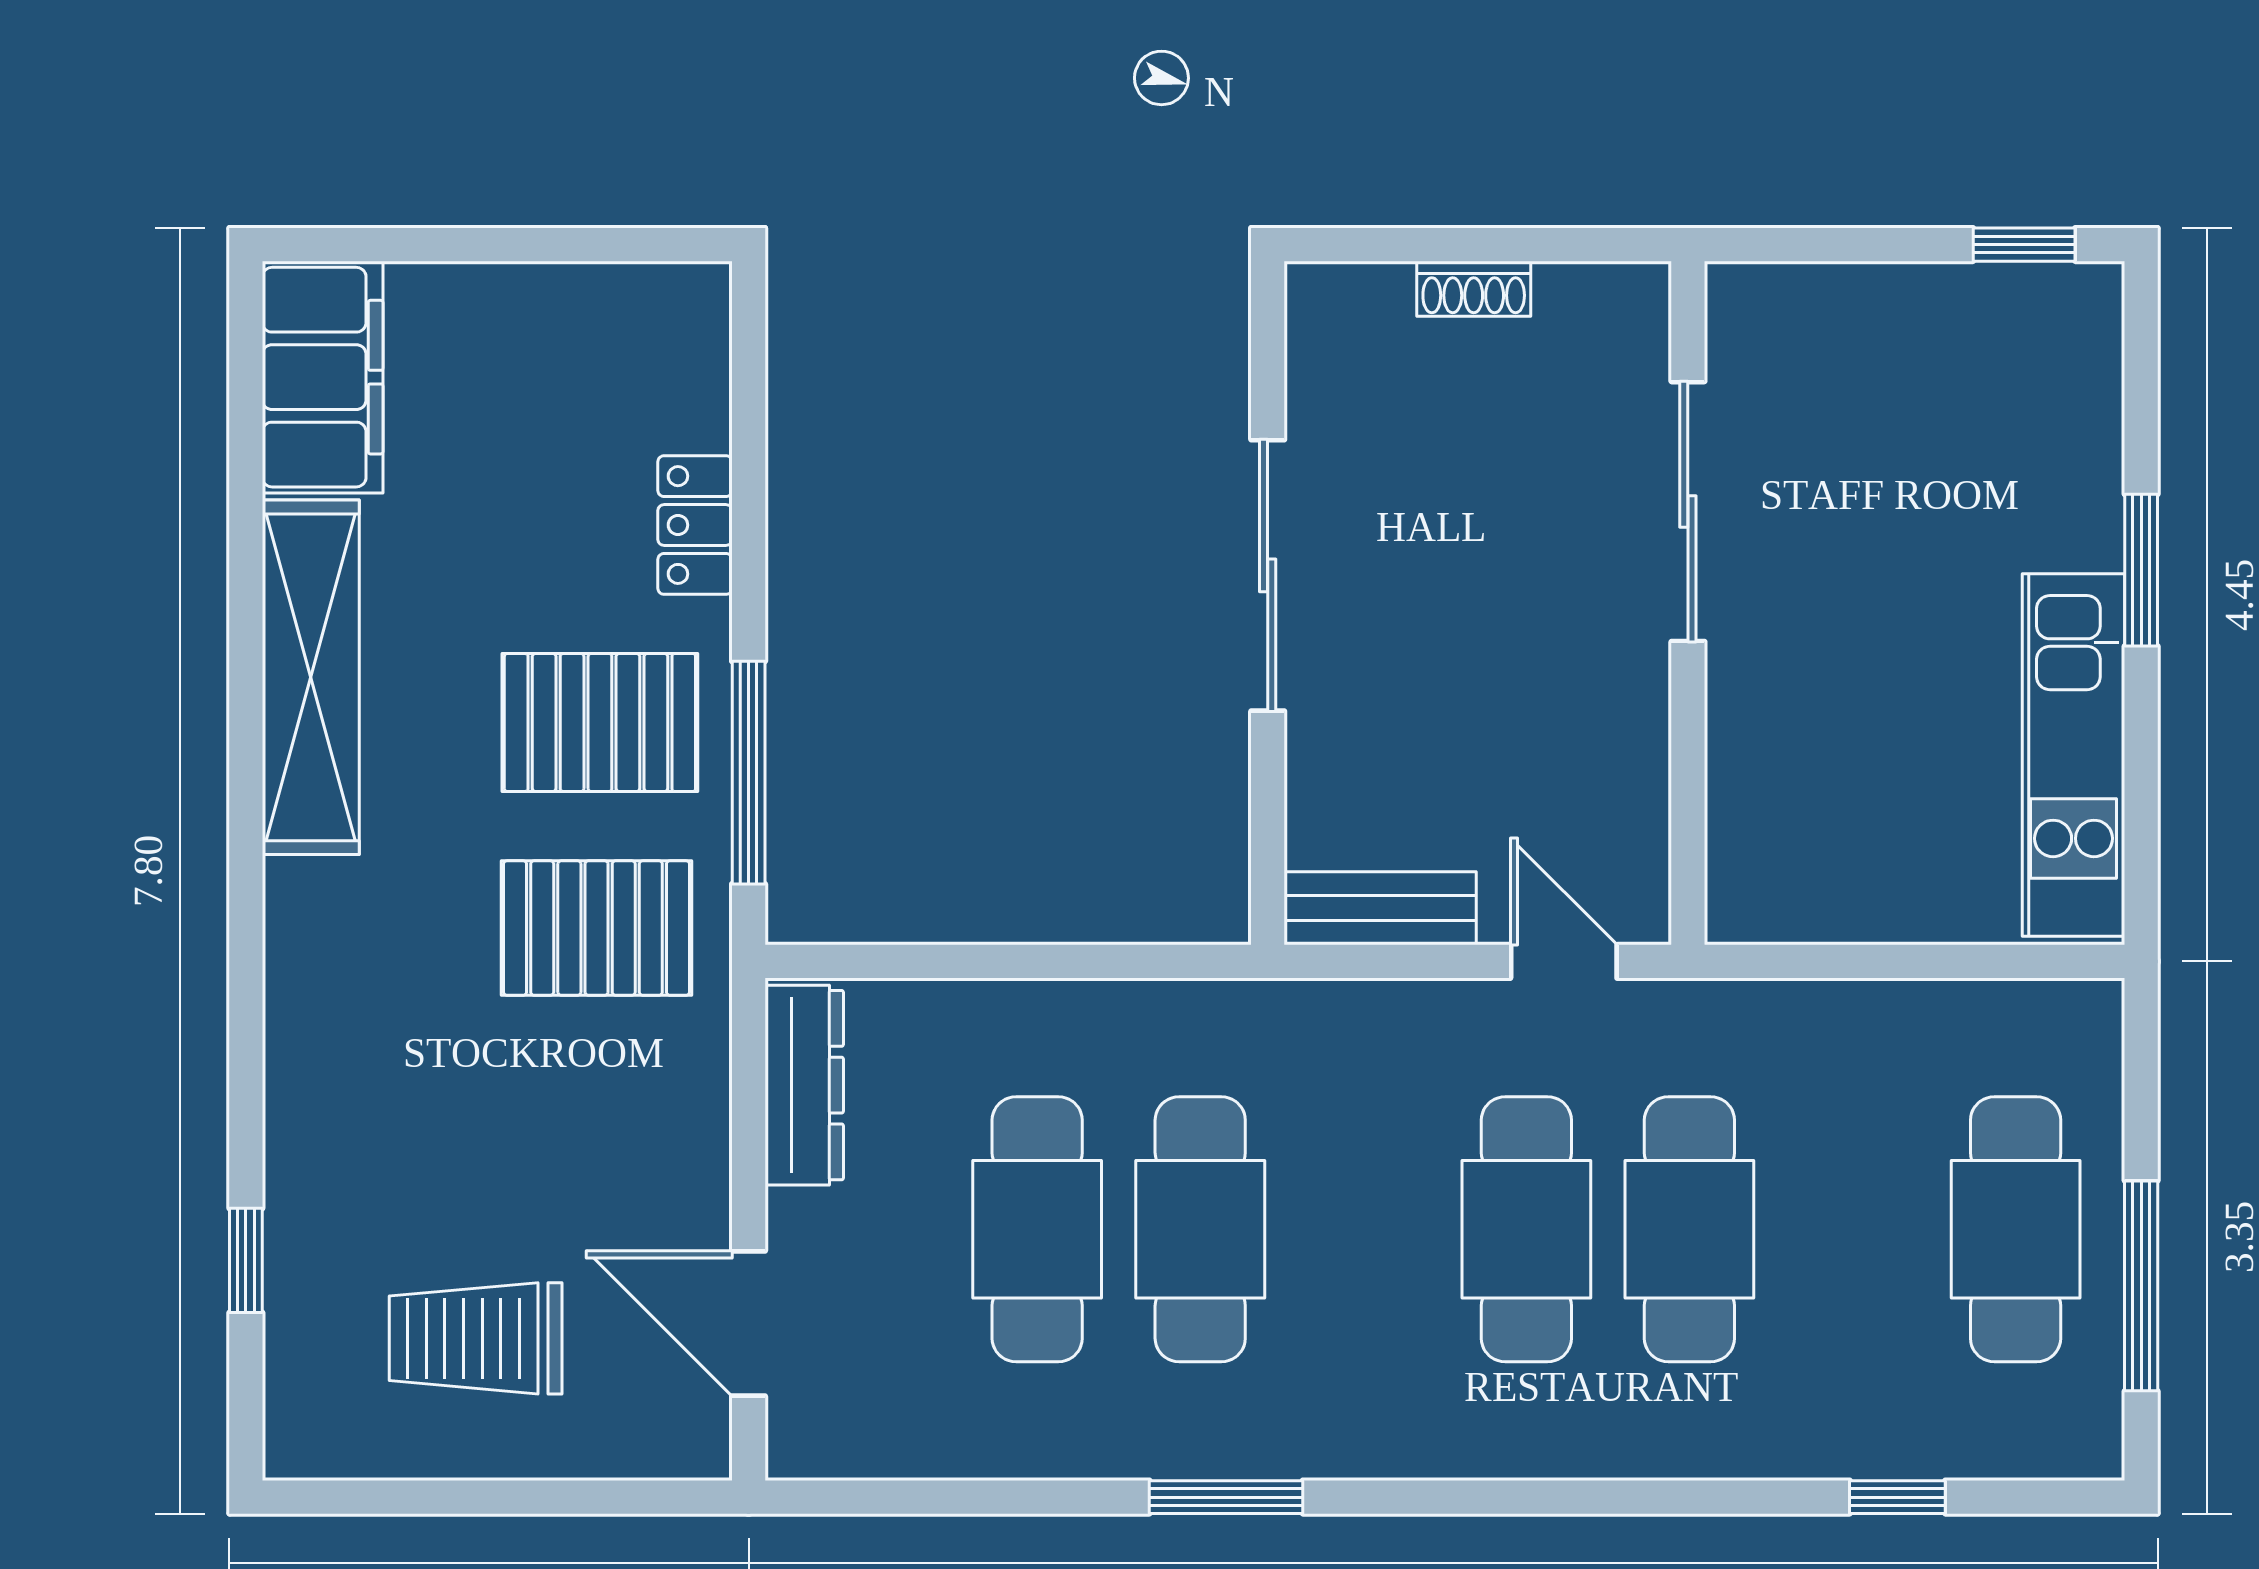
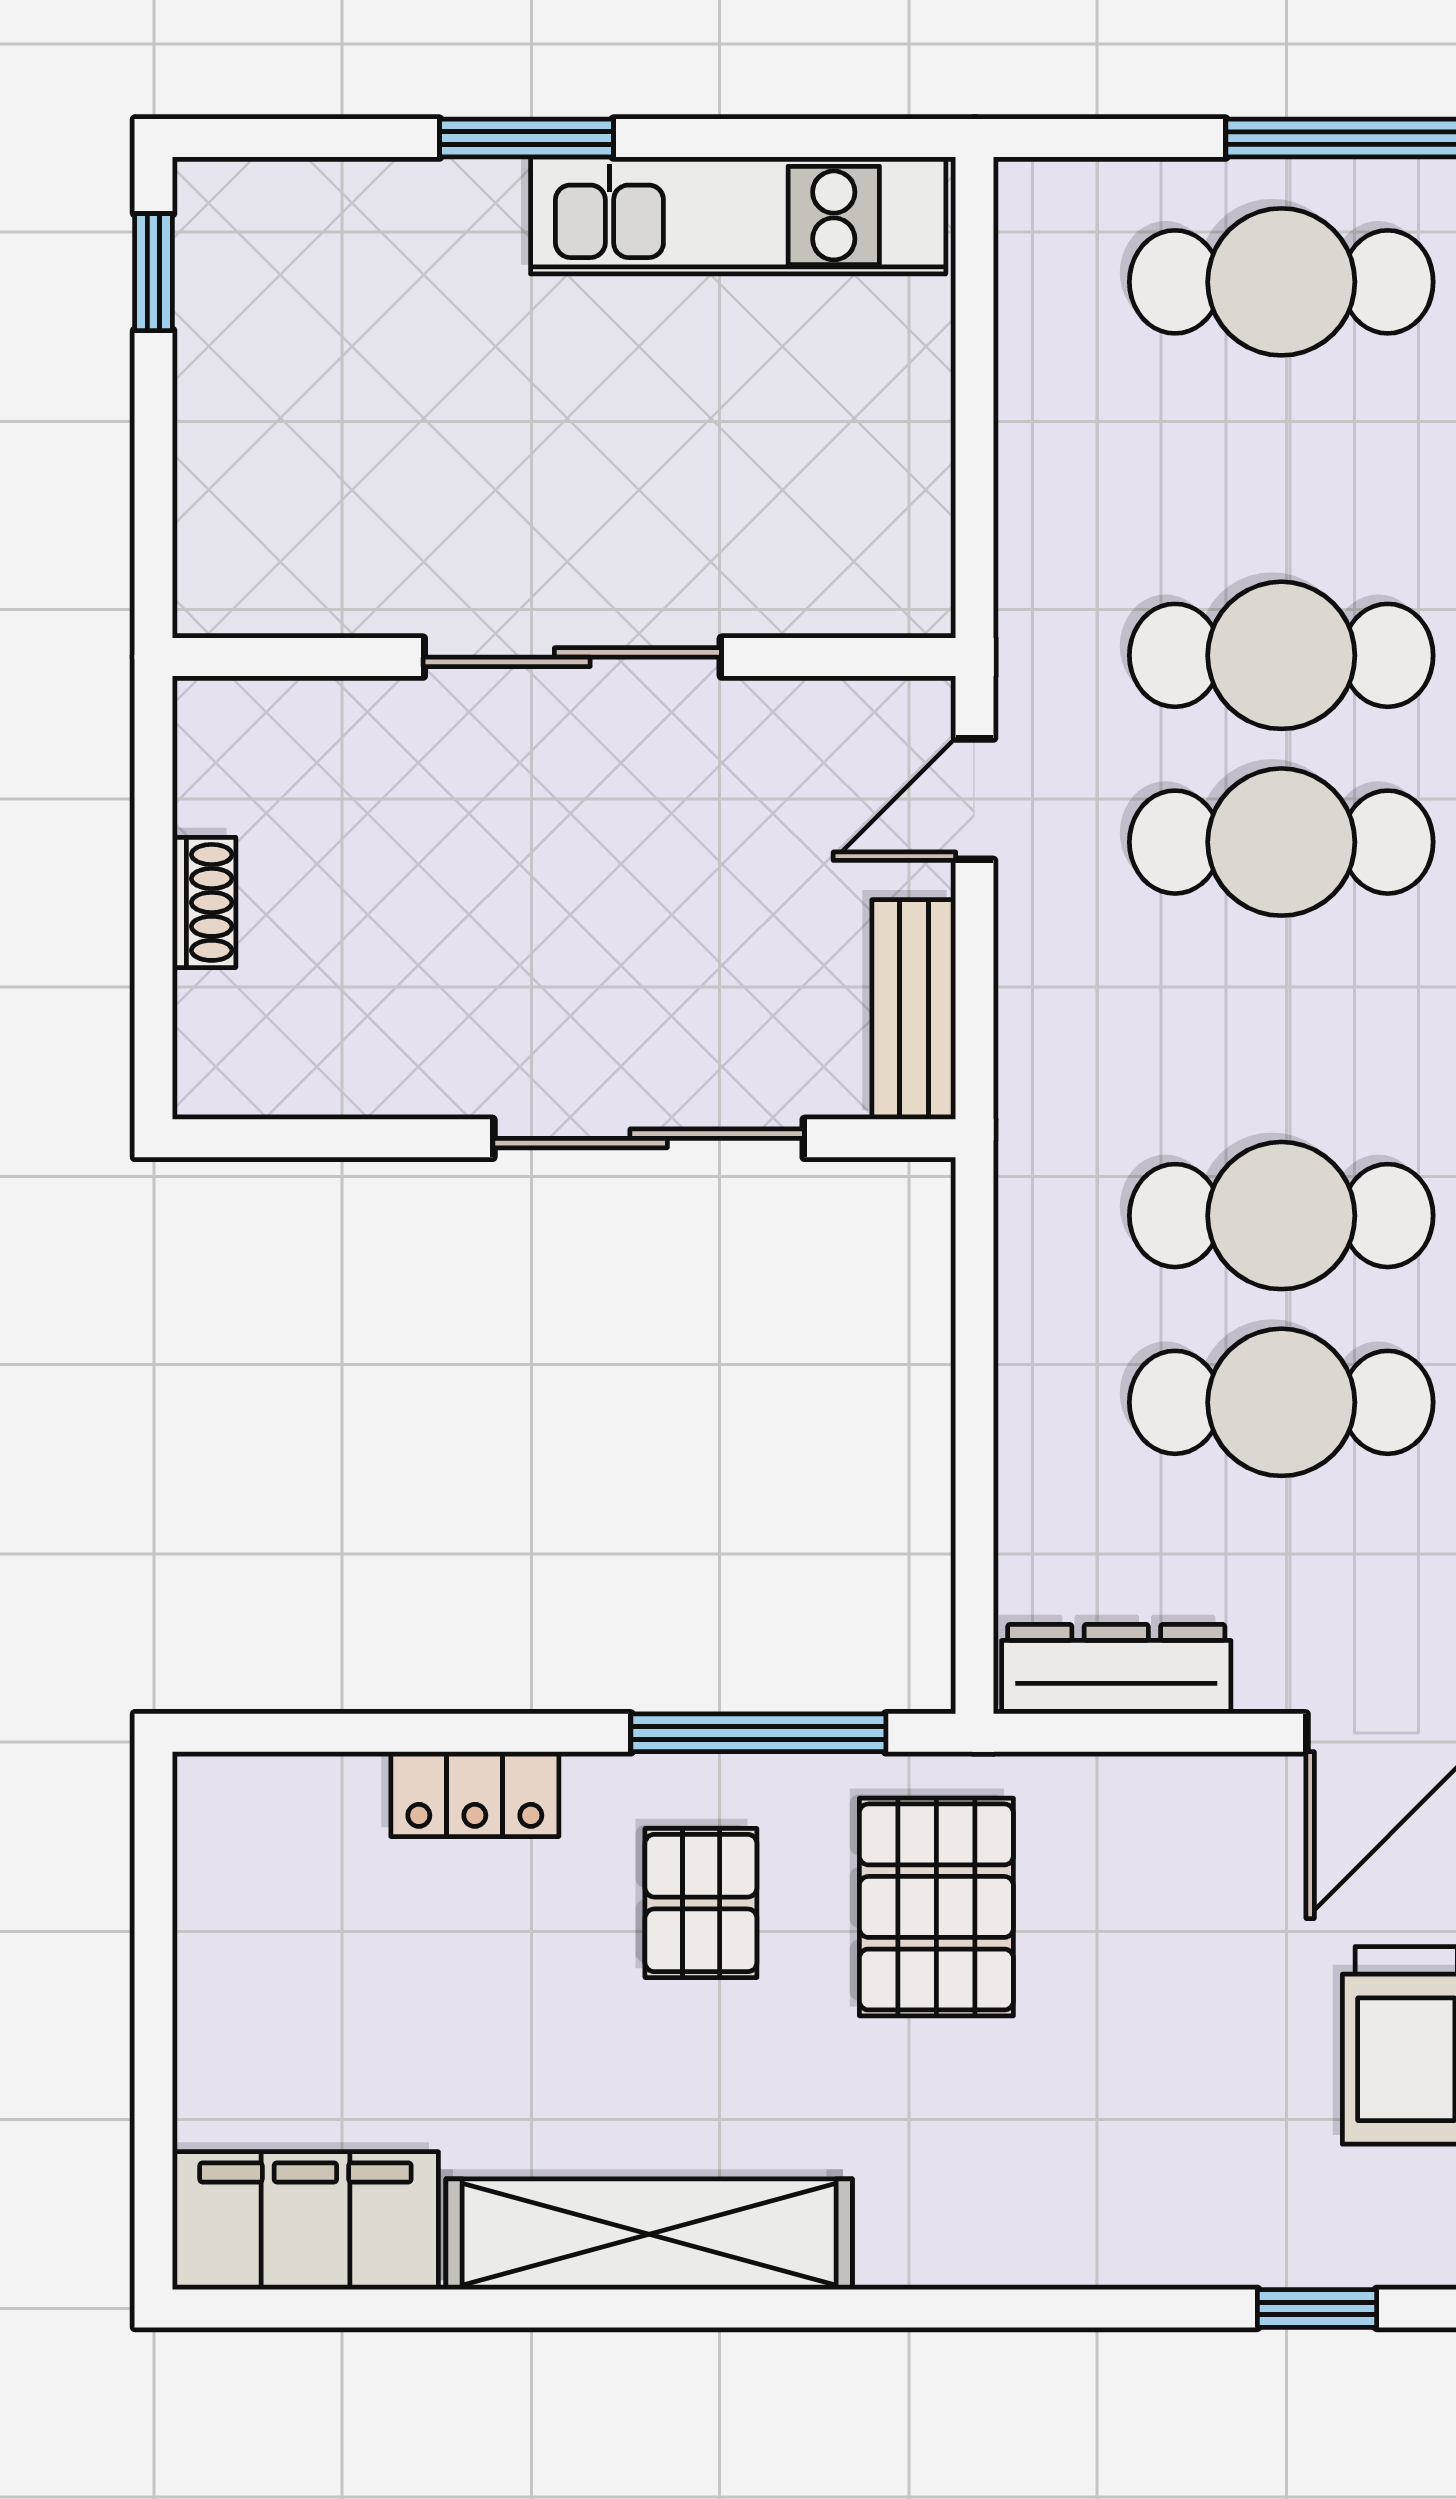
sliding door: (1688, 512) -> (572, 657), moved
sliding door: (1268, 575) -> (649, 1138), moved
pallet: (600, 722) -> (701, 1903), width x0.67, depth x0.71

